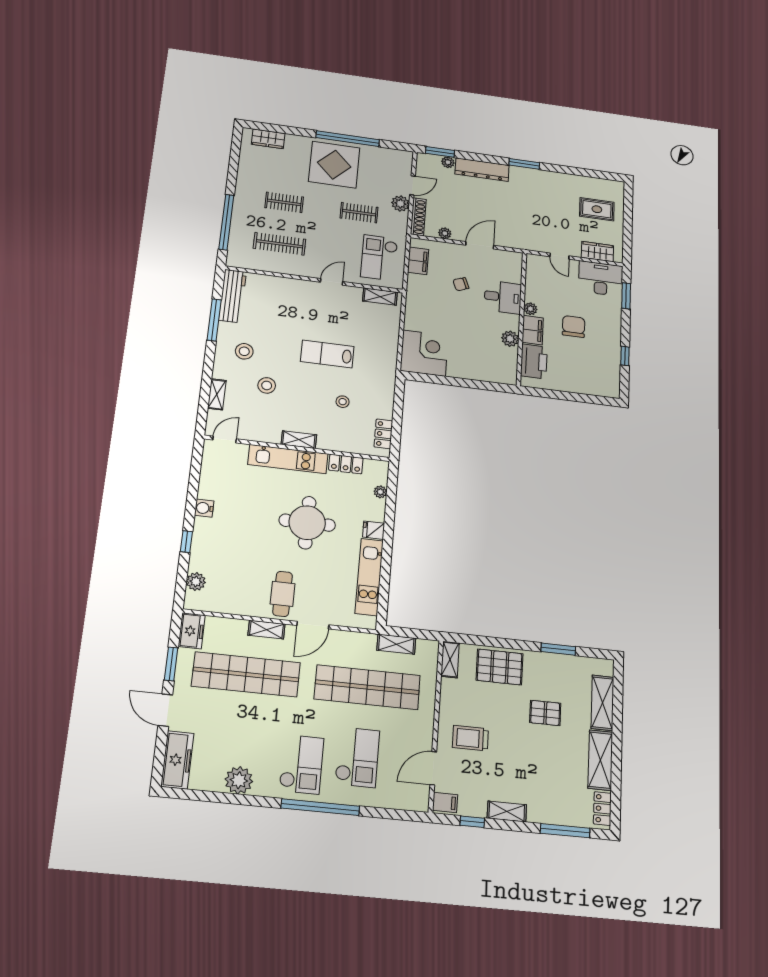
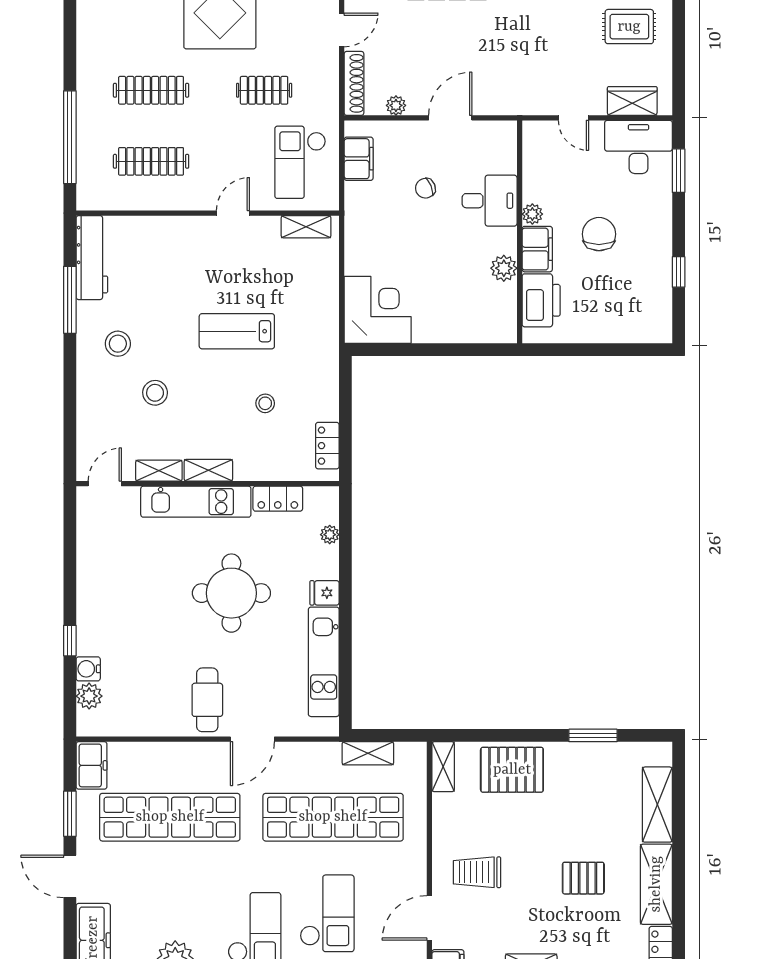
clothes rail: (284, 202) -> (151, 90), width x1.36
plant: (400, 203) -> (325, 65), removed
shelving: (217, 394) -> (159, 471), moved, turned 90
water cooler: (204, 508) -> (88, 669), moved
shelving: (267, 630) -> (191, 752), removed
pallet: (545, 713) -> (583, 878), moved

